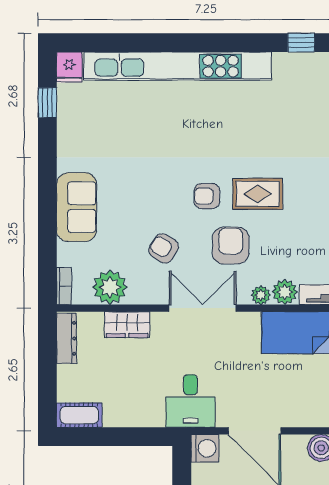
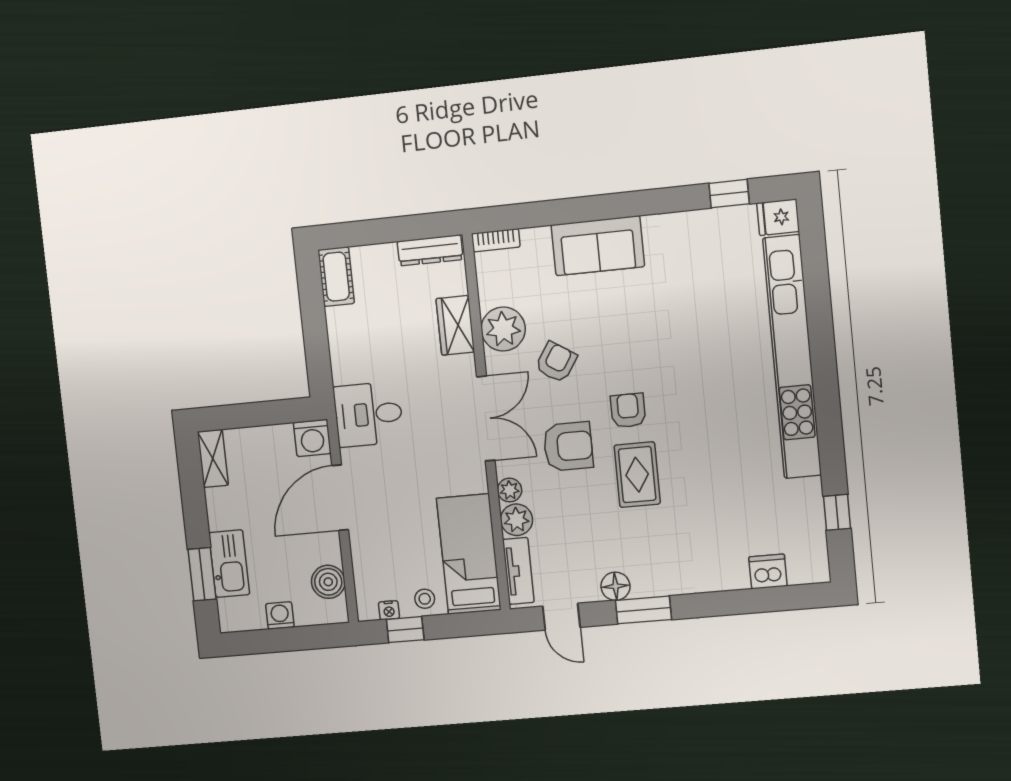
plant: (110, 287) -> (503, 329), moved

